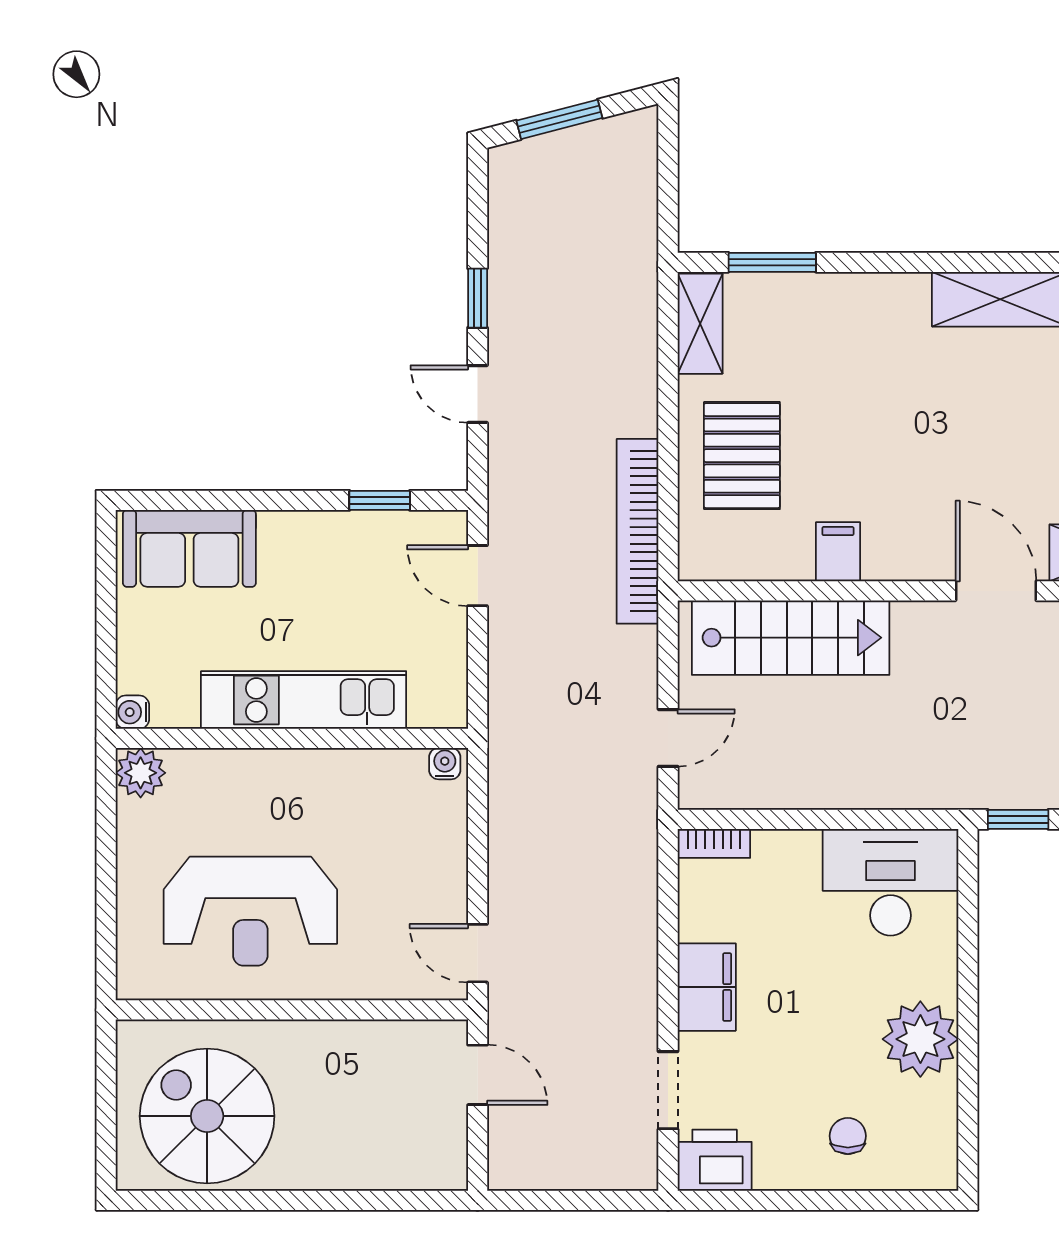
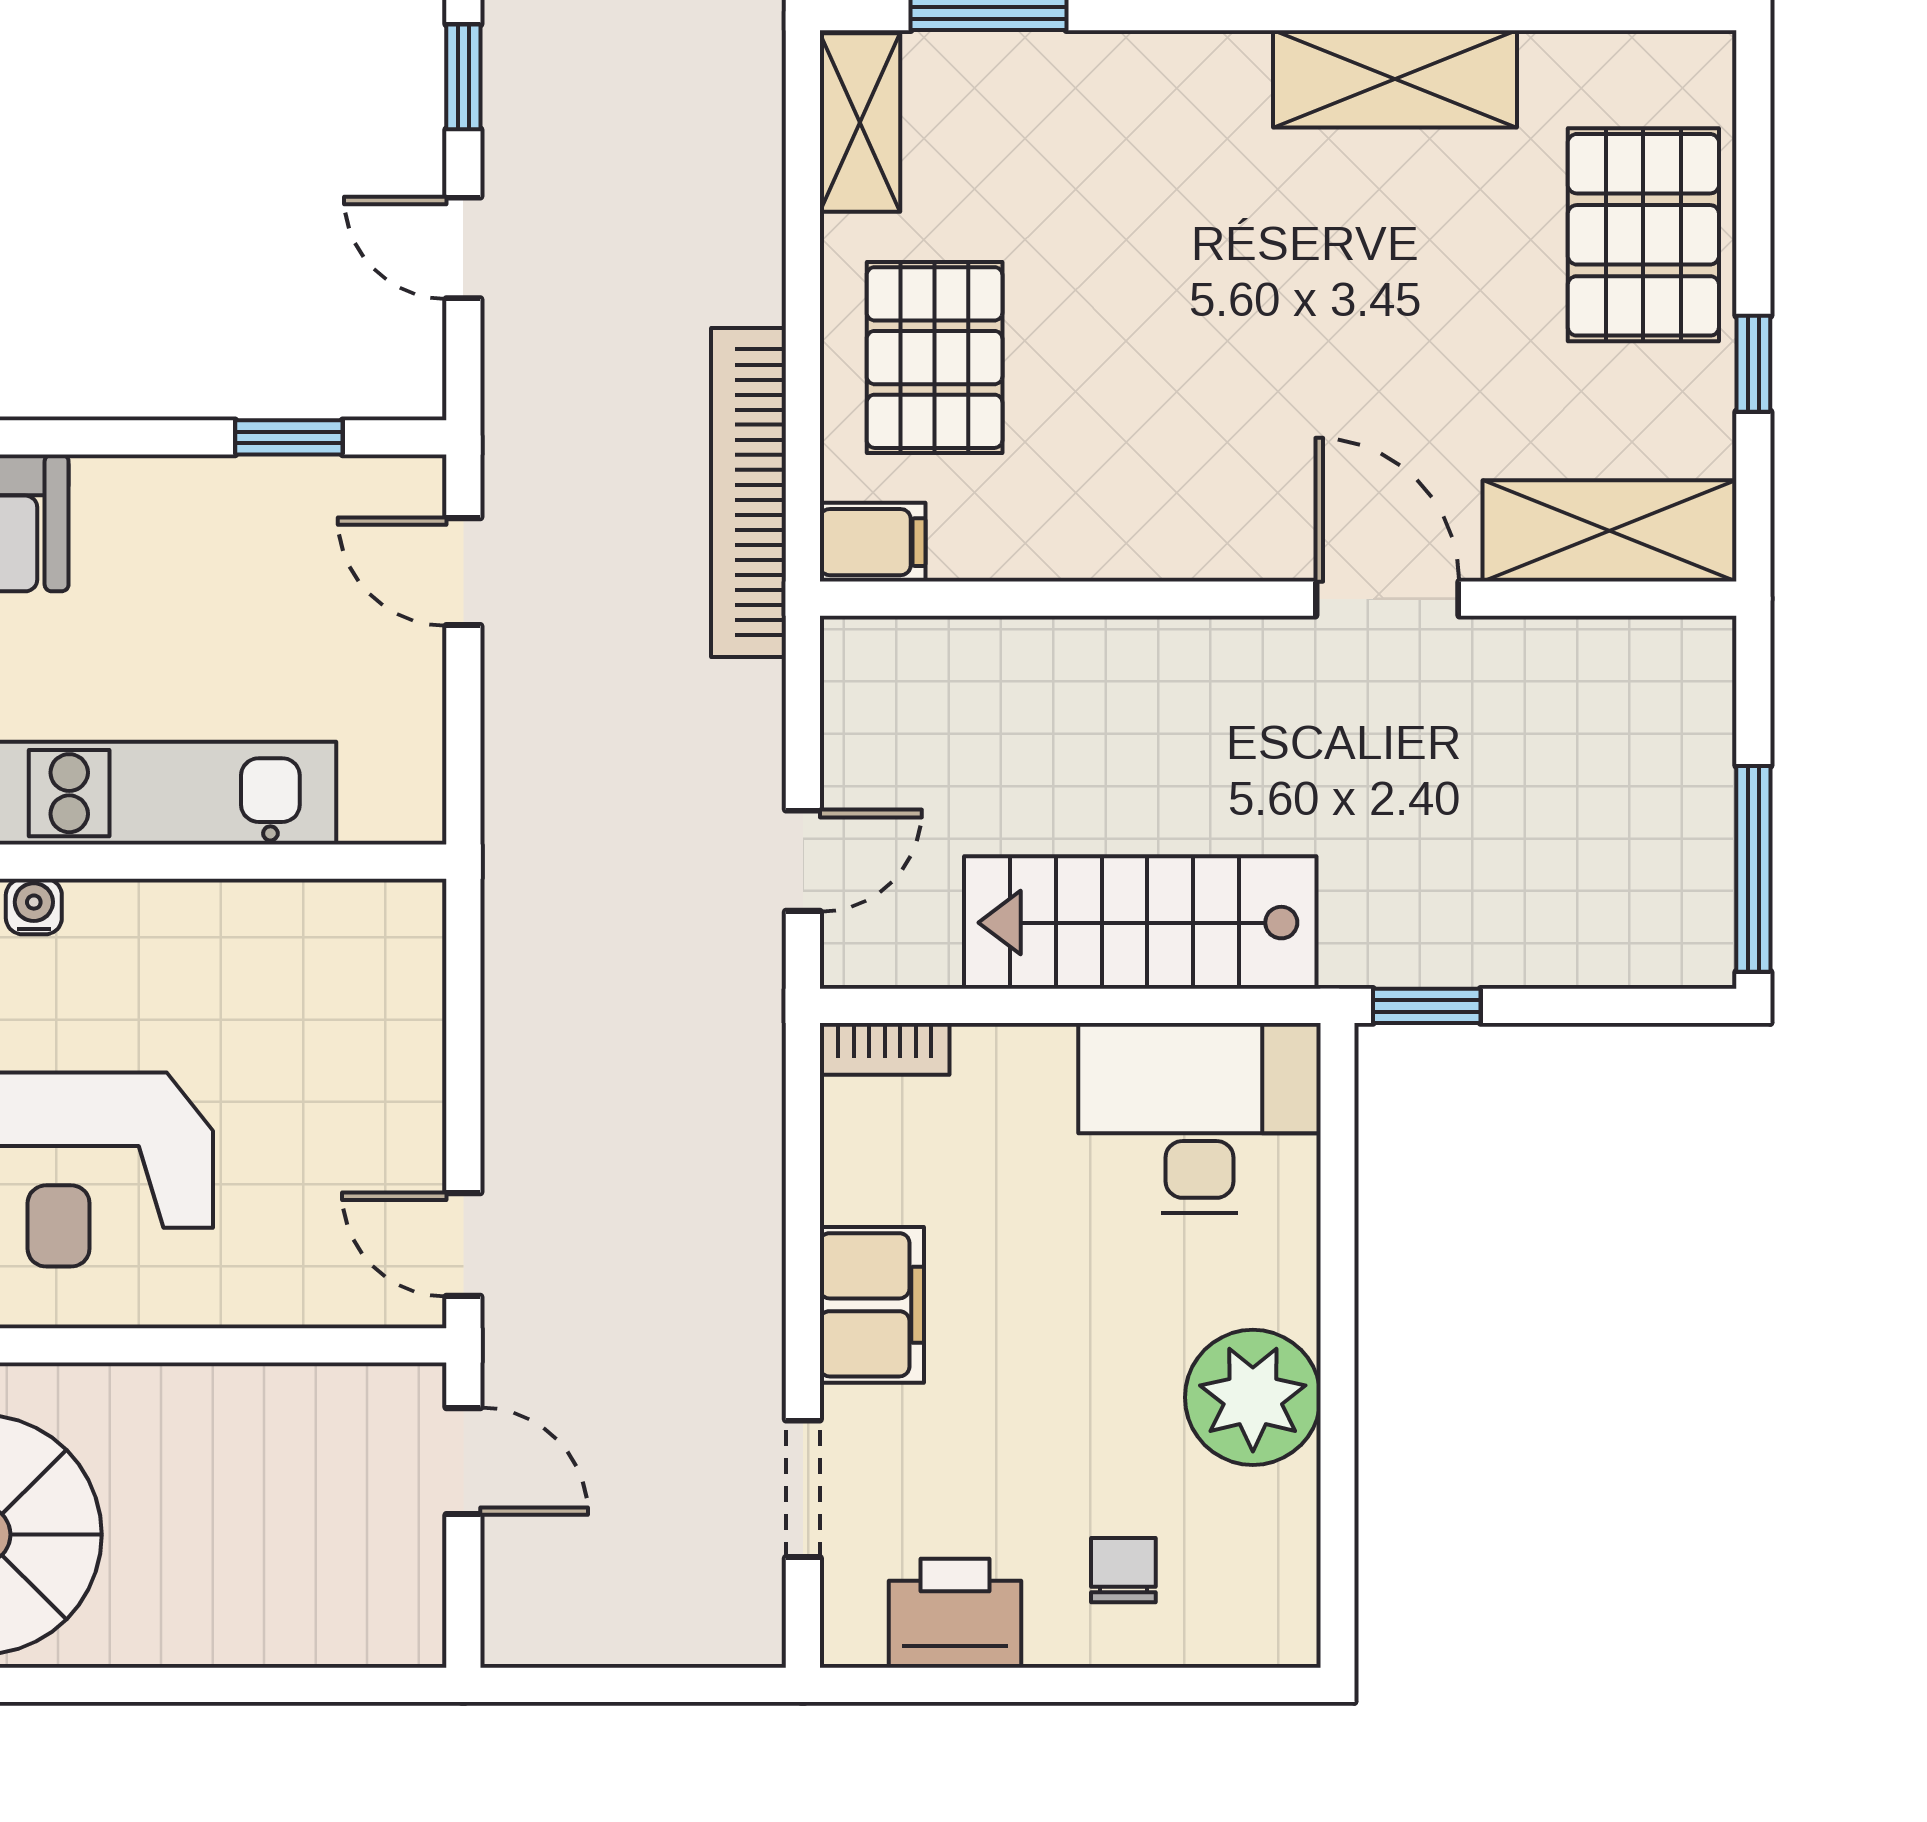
filing cabinet: (838, 552) -> (873, 542), moved, turned 90
stairs: (791, 638) -> (1140, 923), moved, turned 180
water cooler: (445, 764) -> (34, 907), moved
printer: (715, 1160) -> (955, 1613), moved

